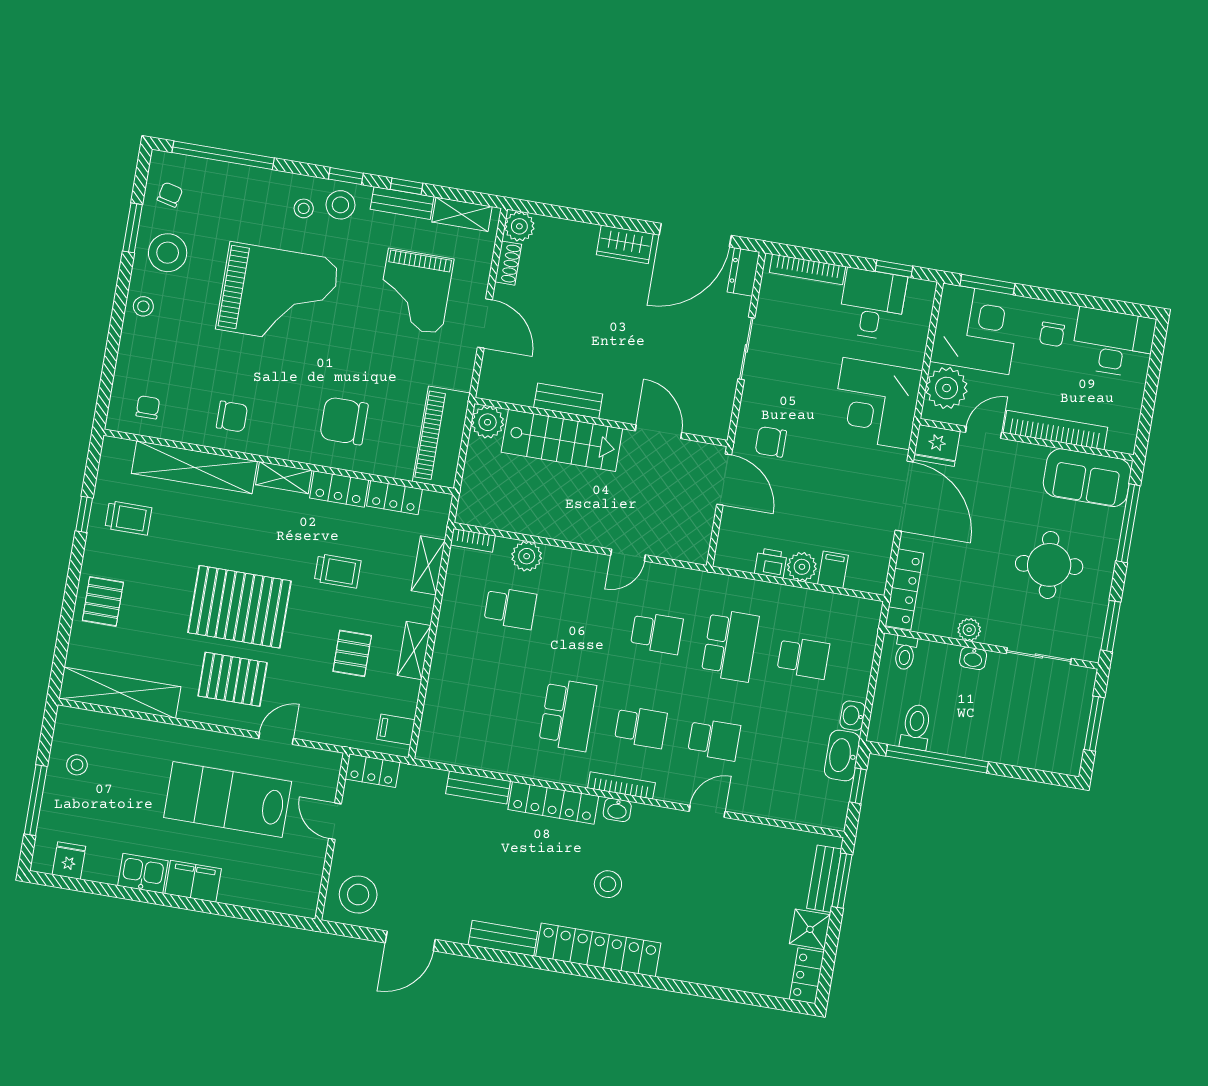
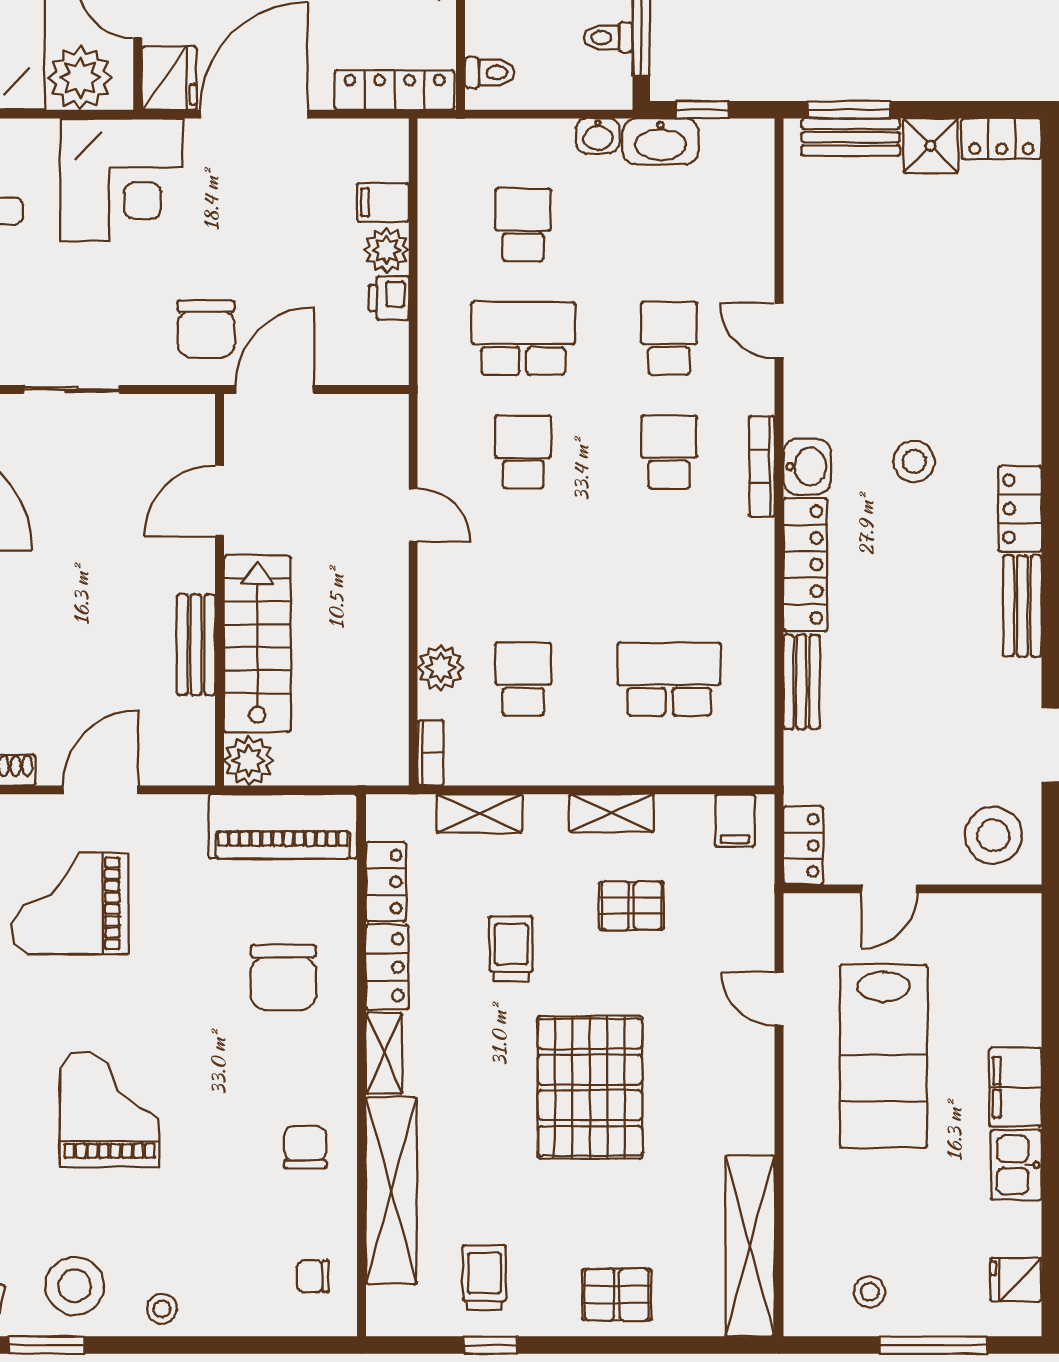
grand piano: (415, 291) -> (70, 903), turned 180
grand piano: (278, 294) -> (110, 1109), width x0.73, depth x0.68
chair: (771, 442) -> (206, 329), width x1.37, depth x1.37
pallet: (233, 679) -> (701, 1079), removed
school desk: (568, 715) -> (669, 679), moved
toilet: (916, 727) -> (608, 37), width x0.73, depth x0.72
washbasin: (617, 810) -> (807, 466), width x1.38, depth x1.45
locker: (598, 950) -> (1020, 509), width x0.46, depth x0.83

